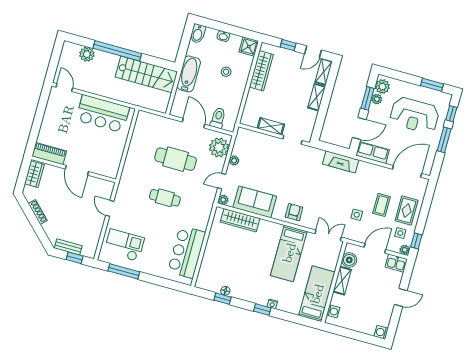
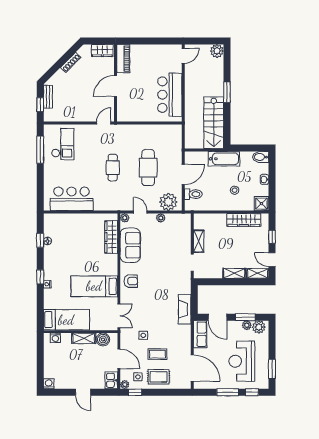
window: (117, 51) -> (227, 92), width x0.47
plant: (87, 54) -> (217, 51), moved
door: (110, 208) -> (104, 123), moved

